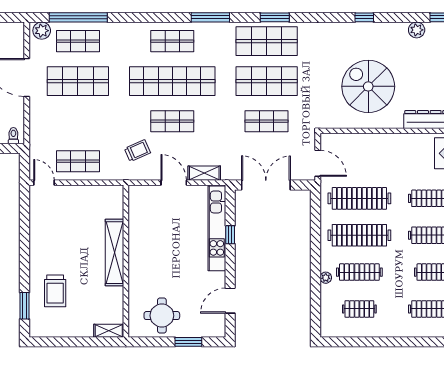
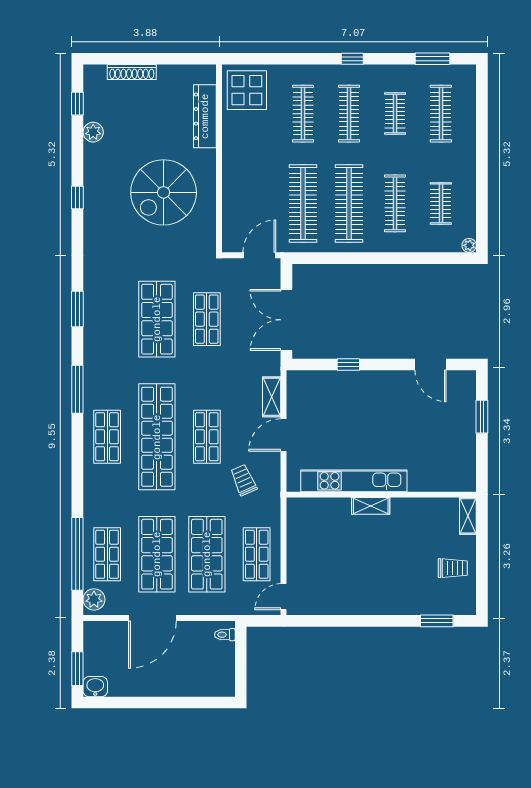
shop shelf: (267, 41) -> (207, 554), moved
kitchen unit: (217, 228) -> (354, 481), moved, turned 180
shelving: (114, 253) -> (371, 506), width x0.45, depth x0.75
plant: (326, 278) -> (469, 245), moved
trolley: (55, 291) -> (453, 568), moved, width x0.73, depth x0.72
round table: (162, 316) -> (449, 450), removed

